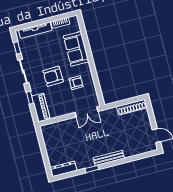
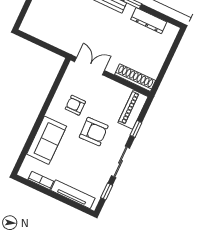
shoe rack: (132, 107) -> (135, 78), moved
dresser: (63, 169) -> (149, 21), moved

